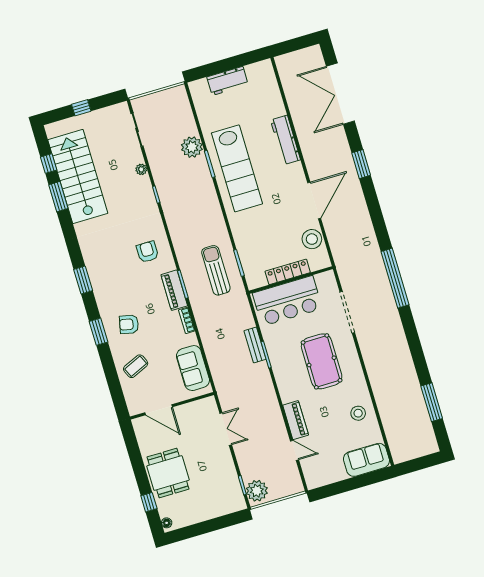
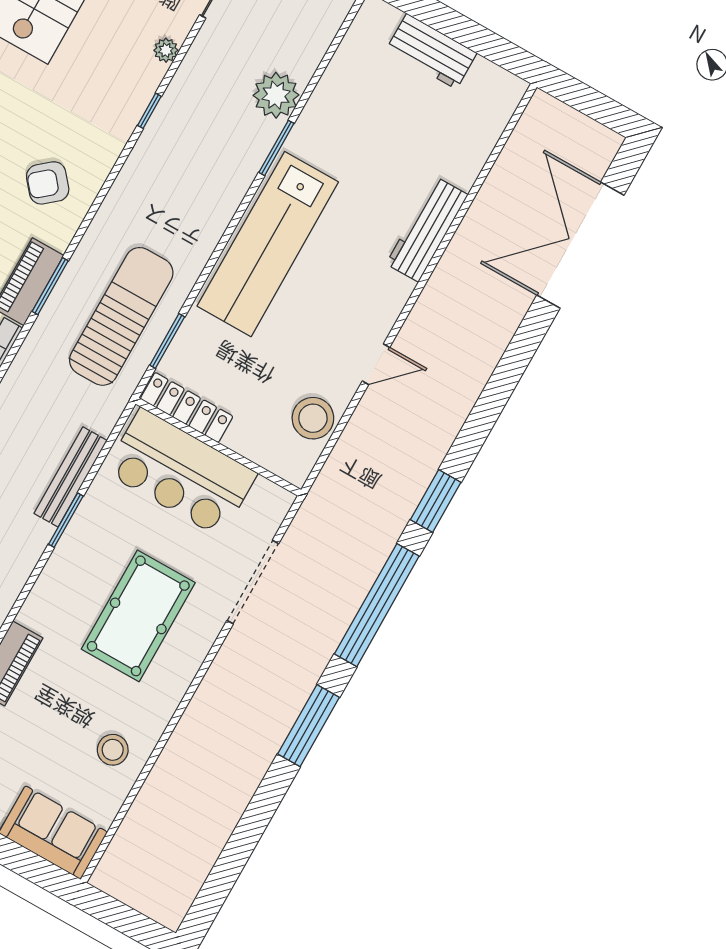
window: (361, 164) -> (436, 501), moved
lab bench: (237, 168) -> (268, 244), moved
door: (314, 201) -> (376, 364), width x0.53
armchair: (147, 252) -> (48, 183), turned -130
sun lounger: (216, 270) -> (121, 316), width x1.36, depth x1.34
locker: (288, 272) -> (187, 408), moved
bench: (255, 345) -> (71, 477), width x1.36
window: (432, 402) -> (309, 726), moved

